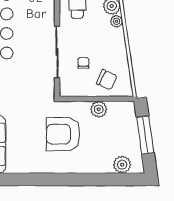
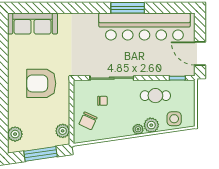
plant: (99, 109) -> (63, 131), moved
armchair: (63, 134) -> (41, 83), turned -90

